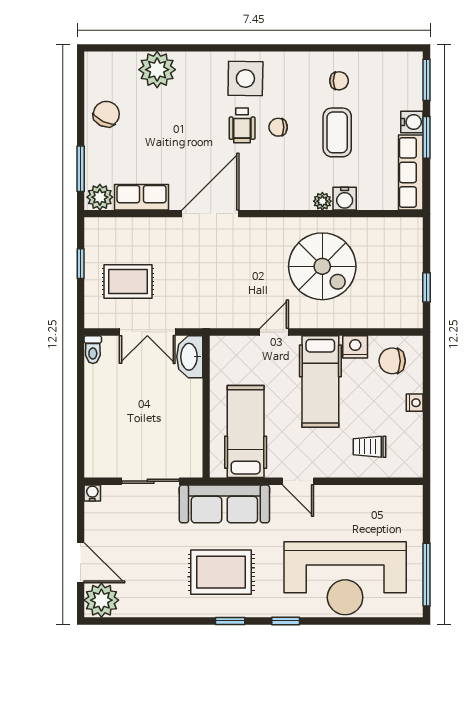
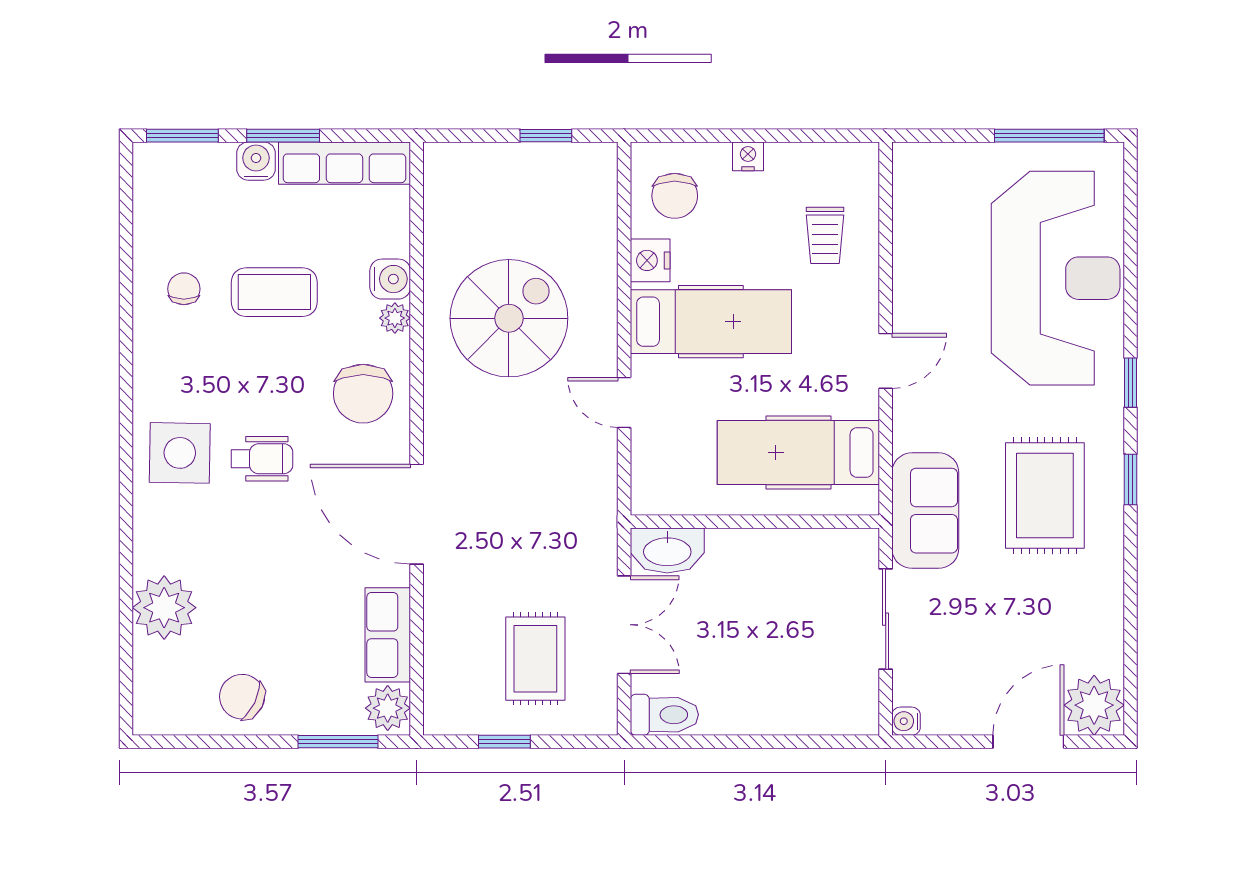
chair: (278, 127) -> (363, 394), moved, width x1.87, depth x1.87
toilet: (93, 350) -> (664, 715), width x1.37, depth x1.39
sofa: (224, 504) -> (925, 511), width x0.73

